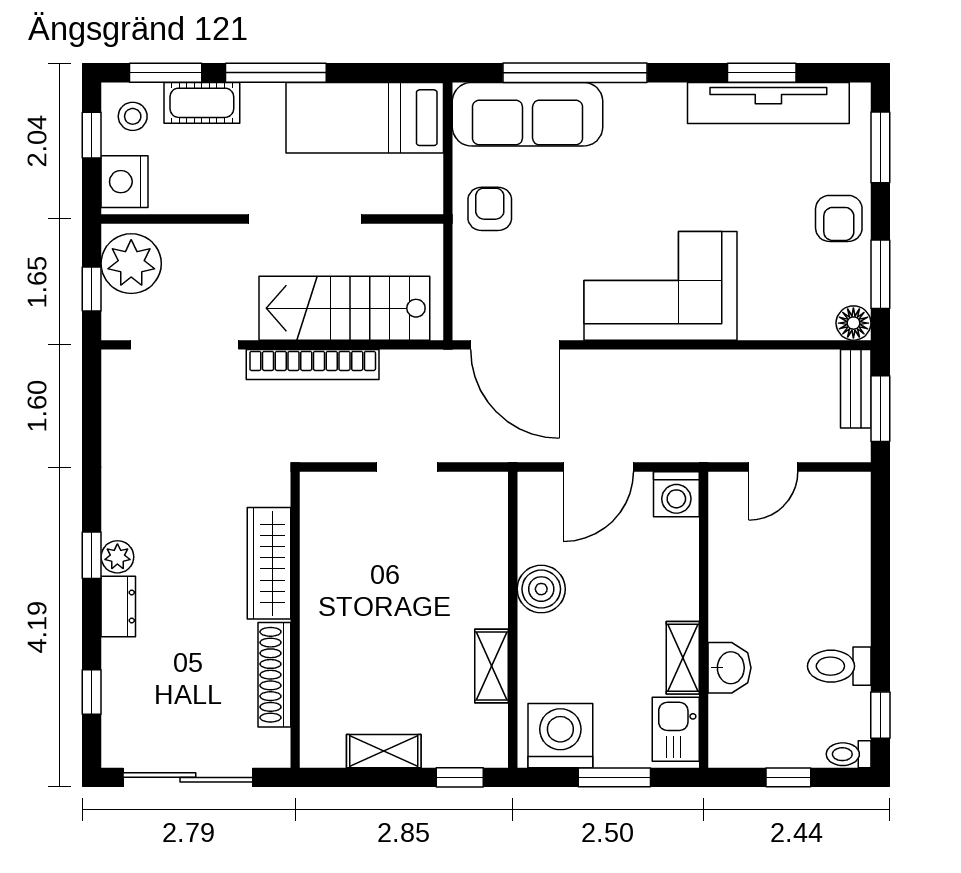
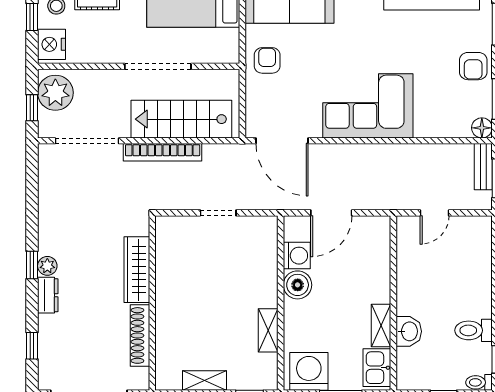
washing machine: (676, 494) -> (297, 256), moved, turned -90

